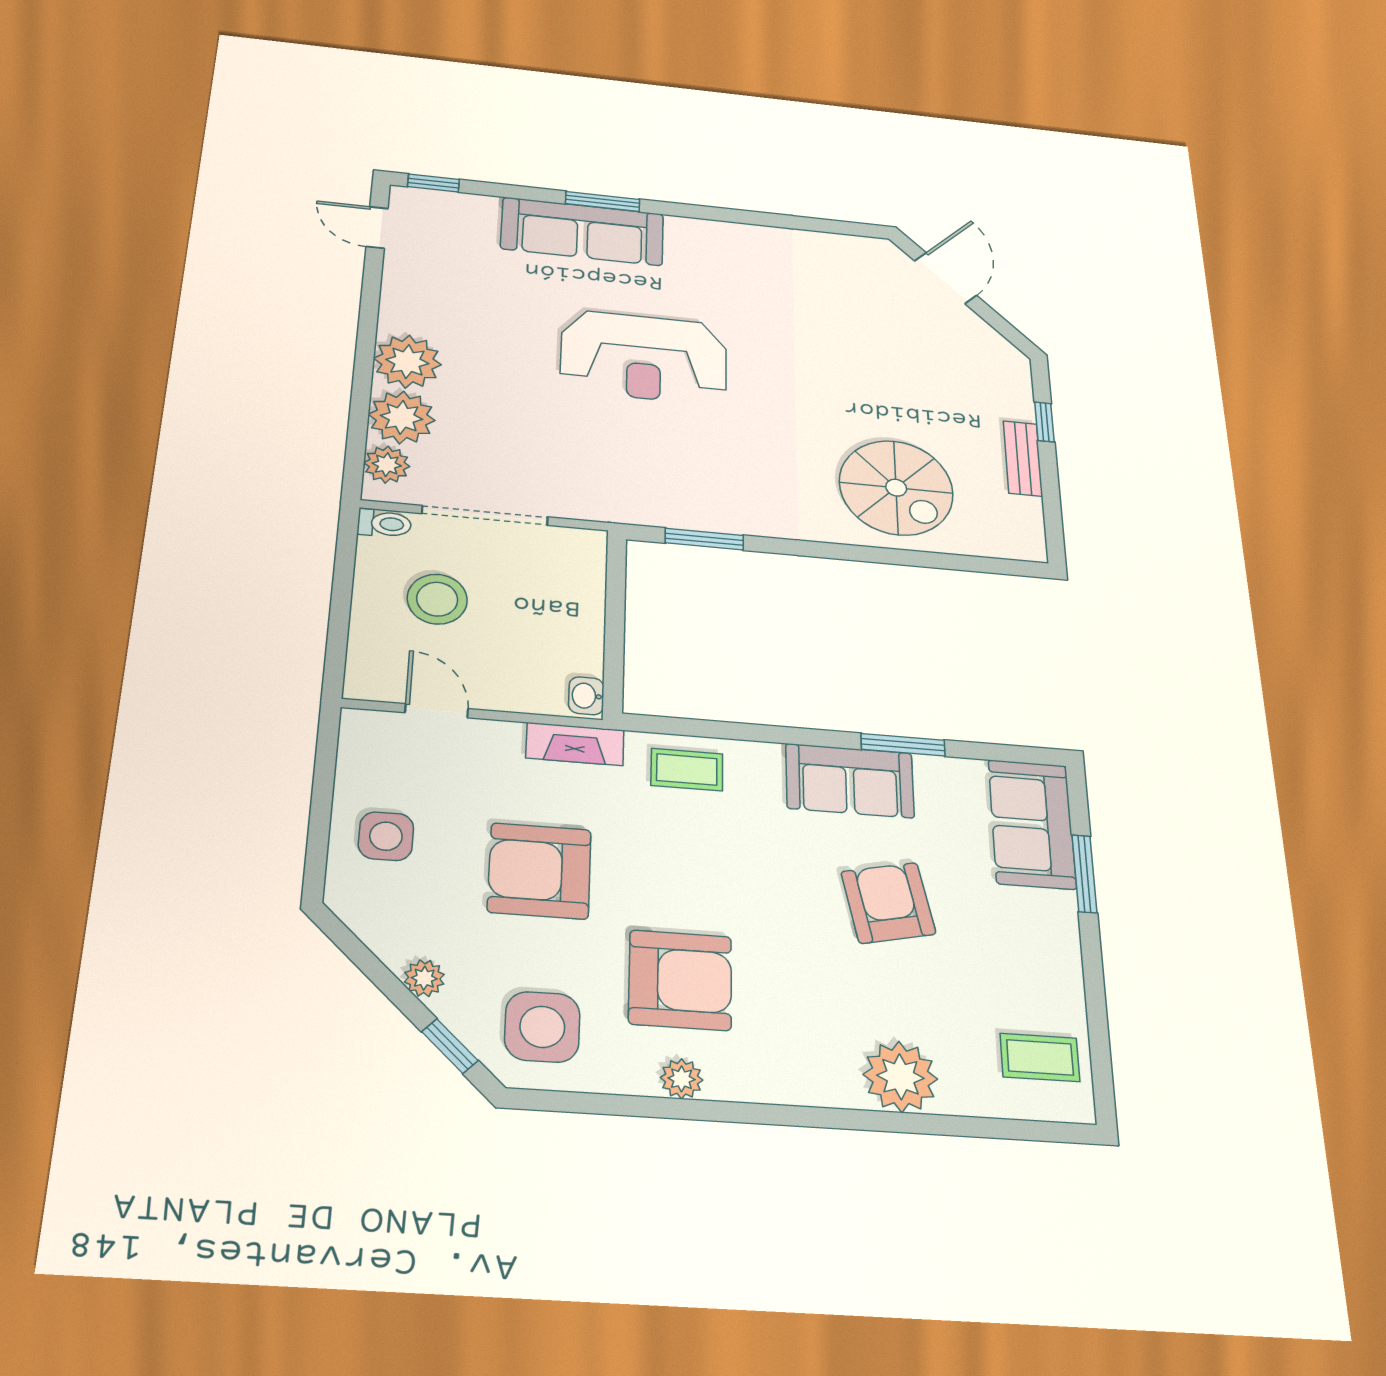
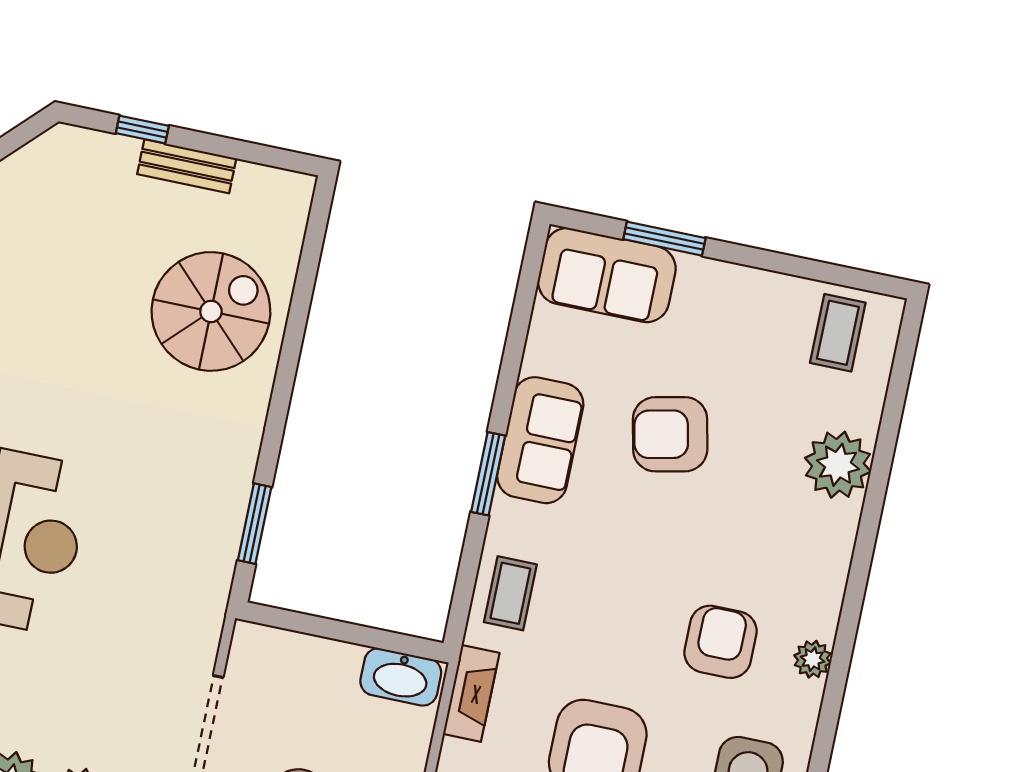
washbasin: (586, 696) -> (401, 677), width x1.91, depth x1.45
window: (903, 745) -> (488, 474), moved
armchair: (680, 980) -> (720, 642), width x0.73, depth x0.73

